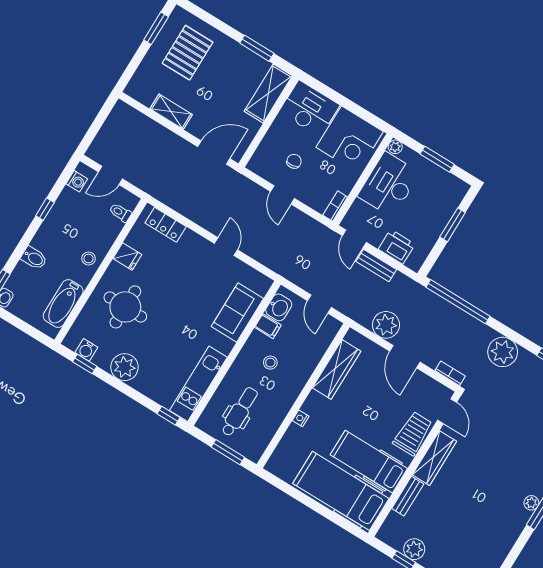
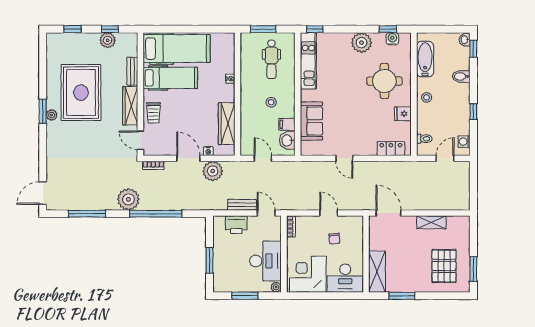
door: (214, 153) -> (388, 213), swing flipped
window: (458, 302) -> (156, 214), moved
nightstand: (377, 351) -> (208, 151), added
trolley: (413, 434) -> (154, 113), width x0.73, depth x0.72
rug: (482, 508) -> (81, 93), added

